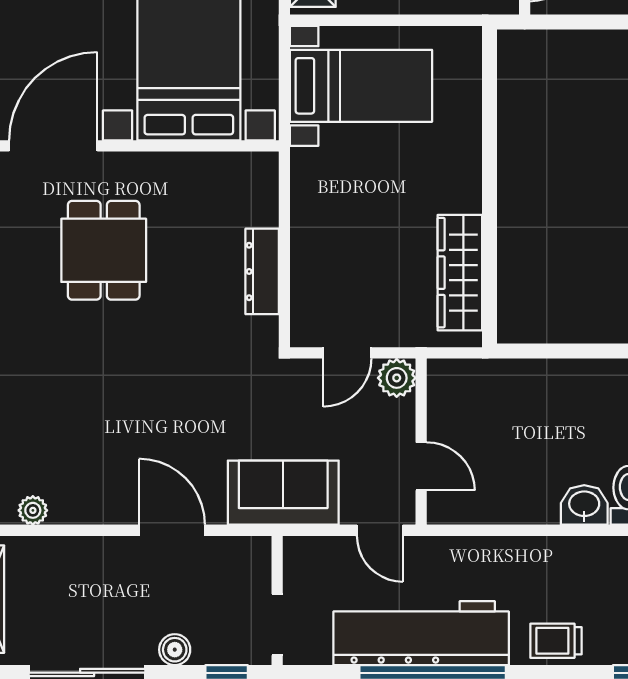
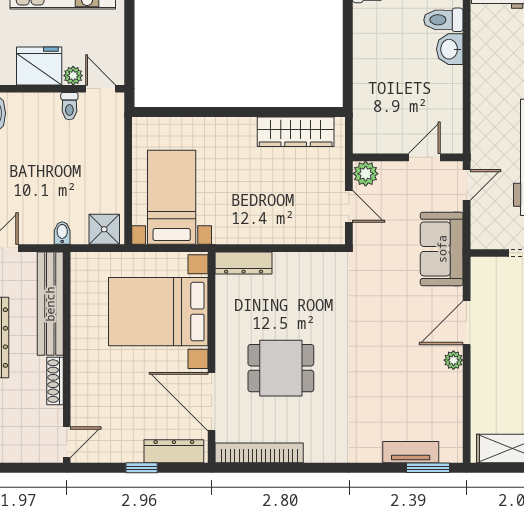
dresser: (262, 271) -> (244, 263), moved
plant: (33, 510) -> (453, 360), moved

